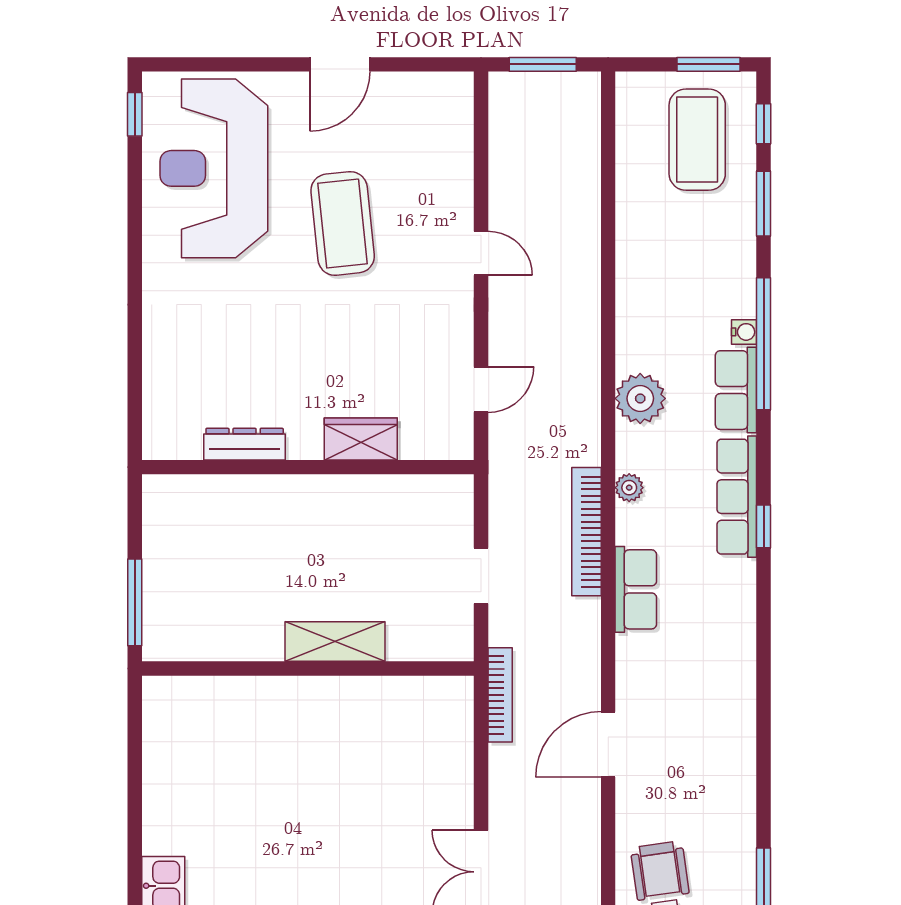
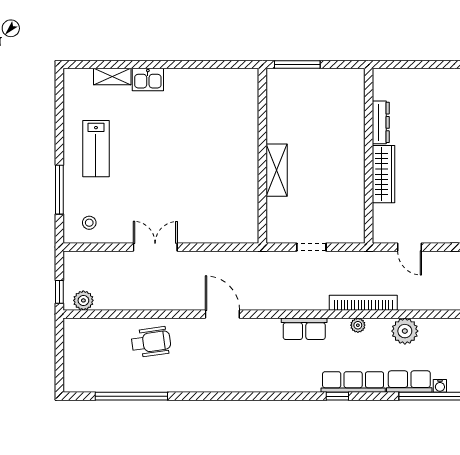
wardrobe: (361, 439) -> (384, 174), width x1.50
bookcase: (587, 532) -> (363, 303), moved
bookcase: (500, 695) -> (249, 257), removed

